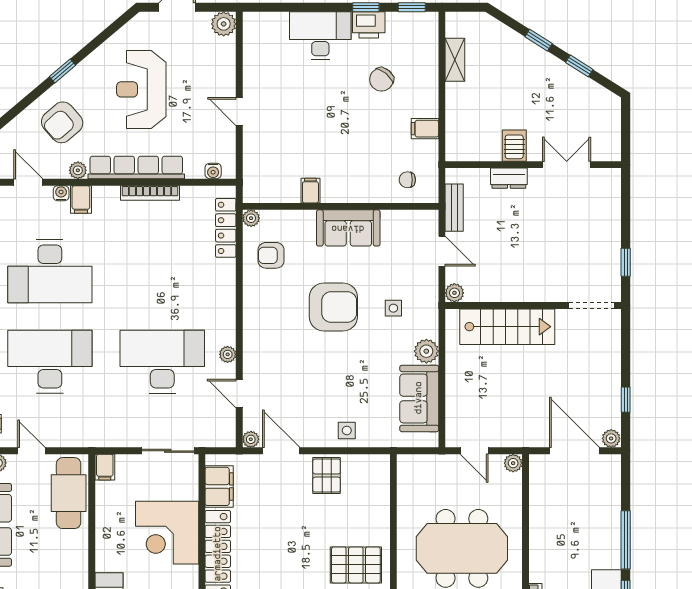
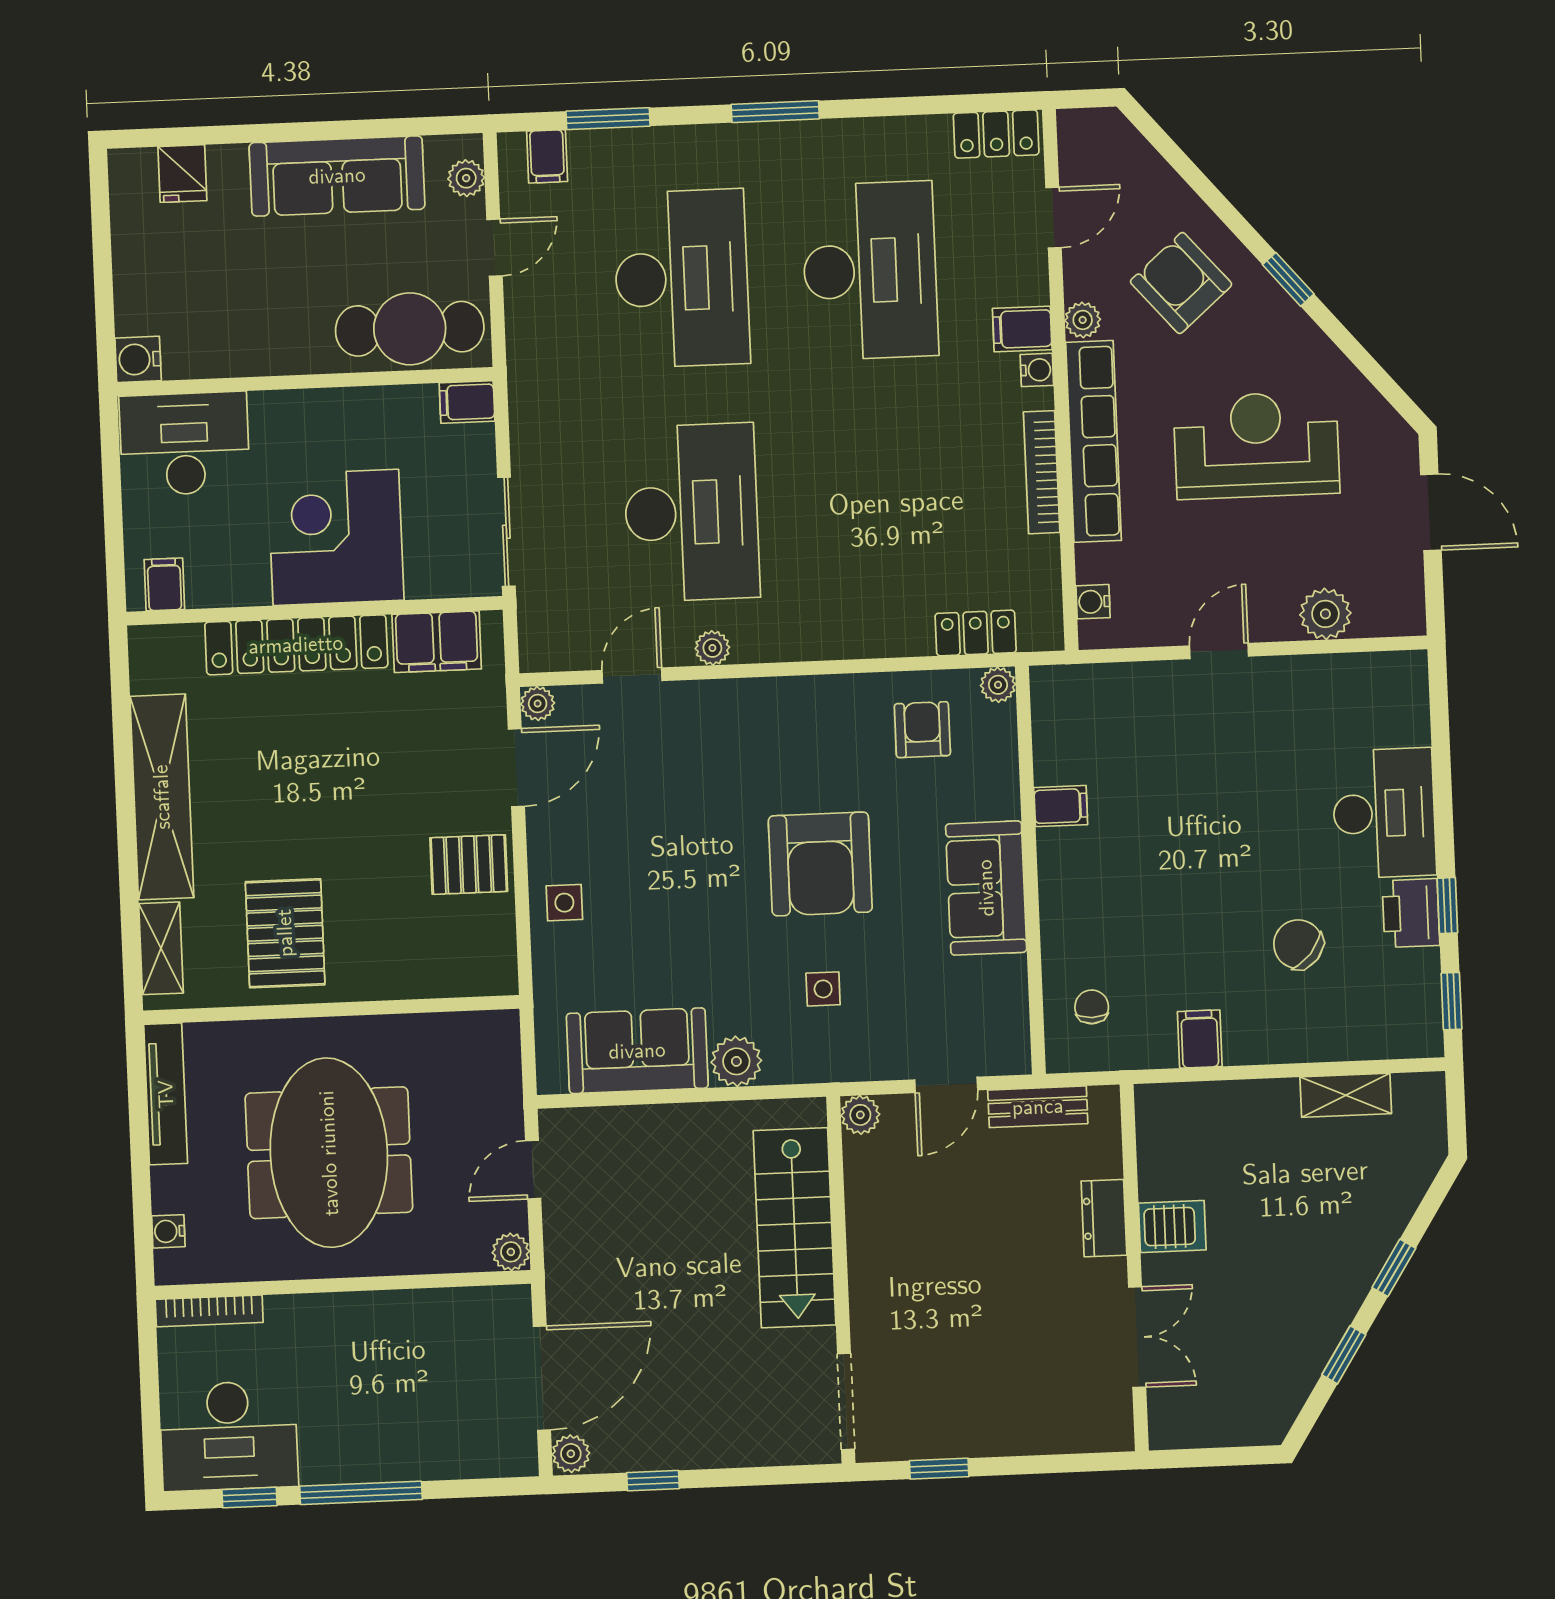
plant: (224, 24) -> (1325, 614), moved
water cooler: (61, 193) -> (1037, 370), moved
locker: (226, 228) -> (976, 633), width x0.66
desk: (50, 271) -> (870, 271), turned 180

